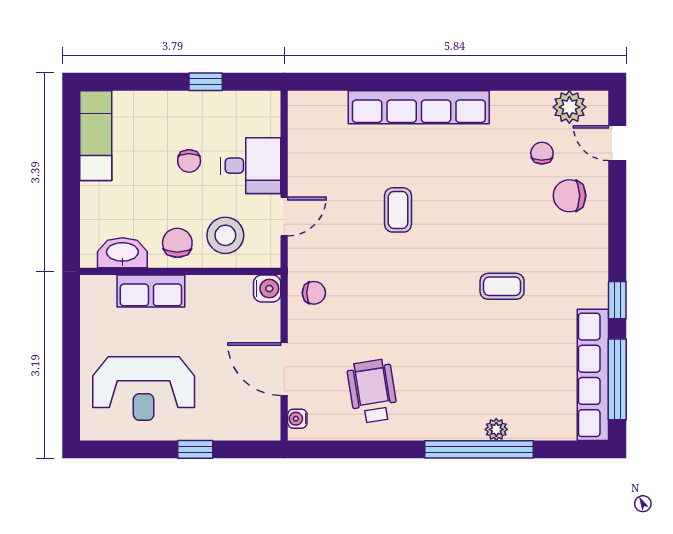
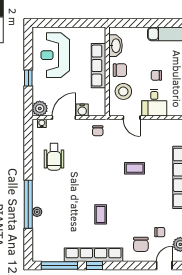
chair: (569, 196) -> (141, 244), turned 180
water cooler: (267, 289) -> (82, 110), moved
row of seats: (151, 291) -> (99, 66), width x1.48
row of seats: (593, 375) -> (93, 255), moved
wheelchair: (372, 391) -> (54, 157), turned 99
plant: (264, 423) -> (40, 108), added

